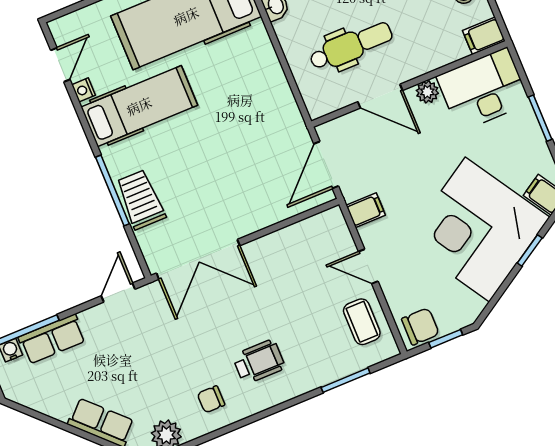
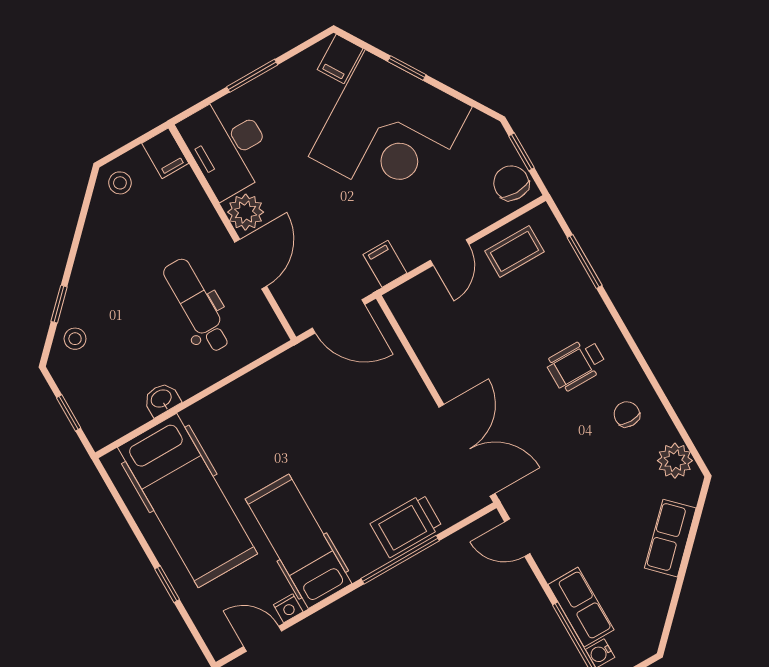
plant: (427, 92) -> (246, 212), width x1.38, depth x1.38
wheelchair: (259, 362) -> (576, 365), turned -90
chair: (211, 399) -> (627, 414), turned 180

